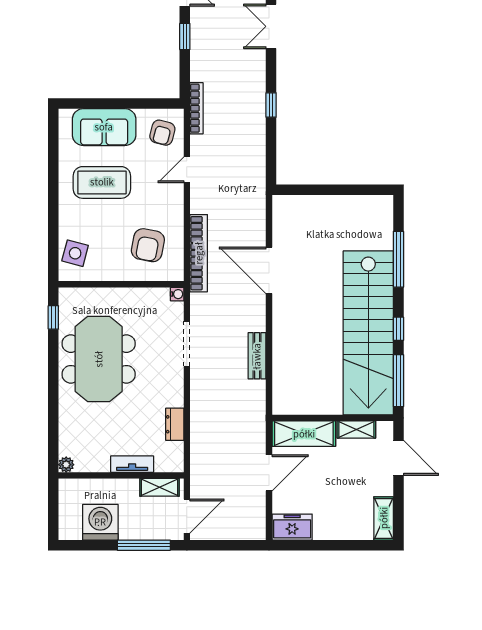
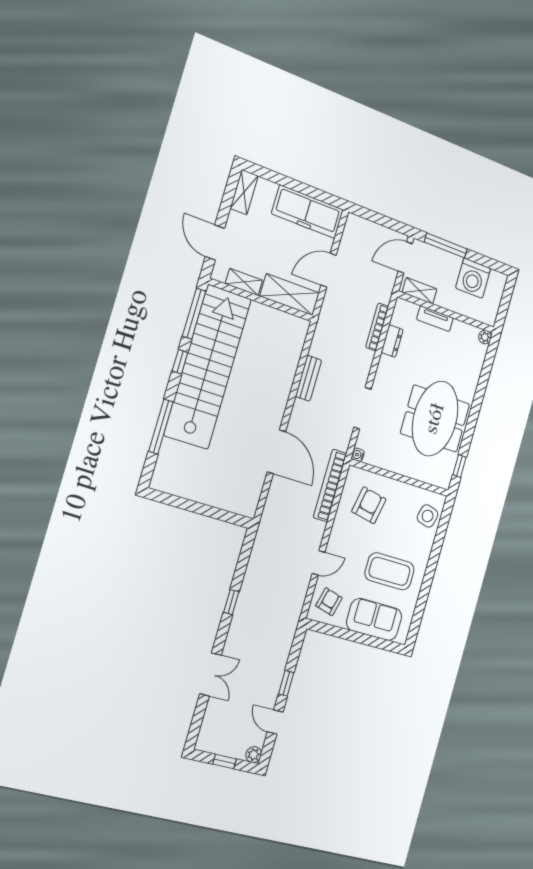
bookcase: (196, 108) -> (377, 327), moved
freezer: (292, 527) -> (308, 212), width x1.91, depth x1.26

